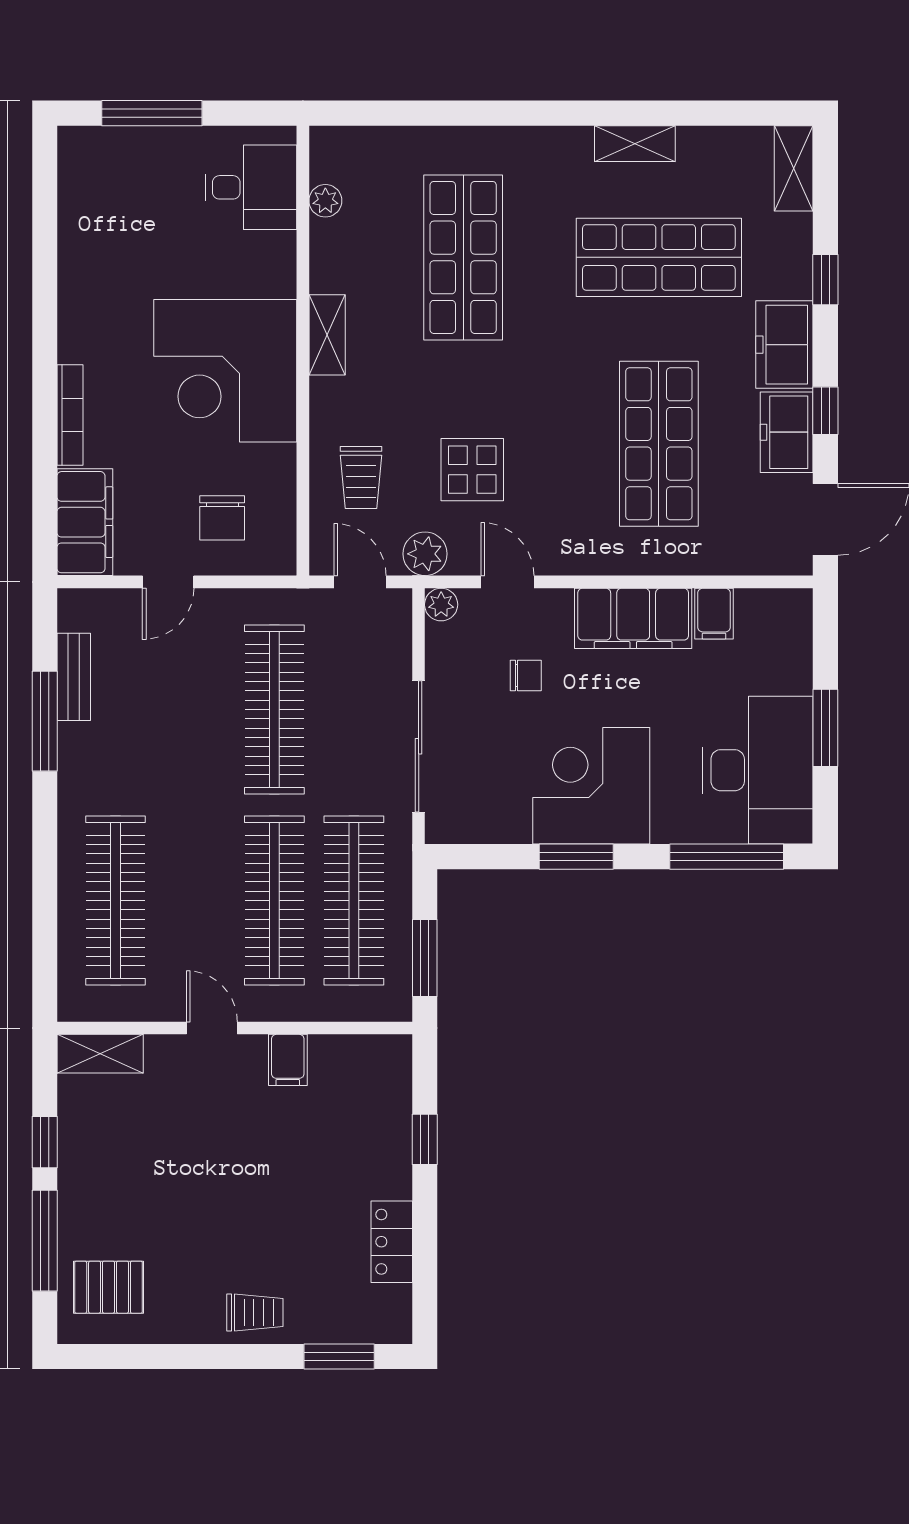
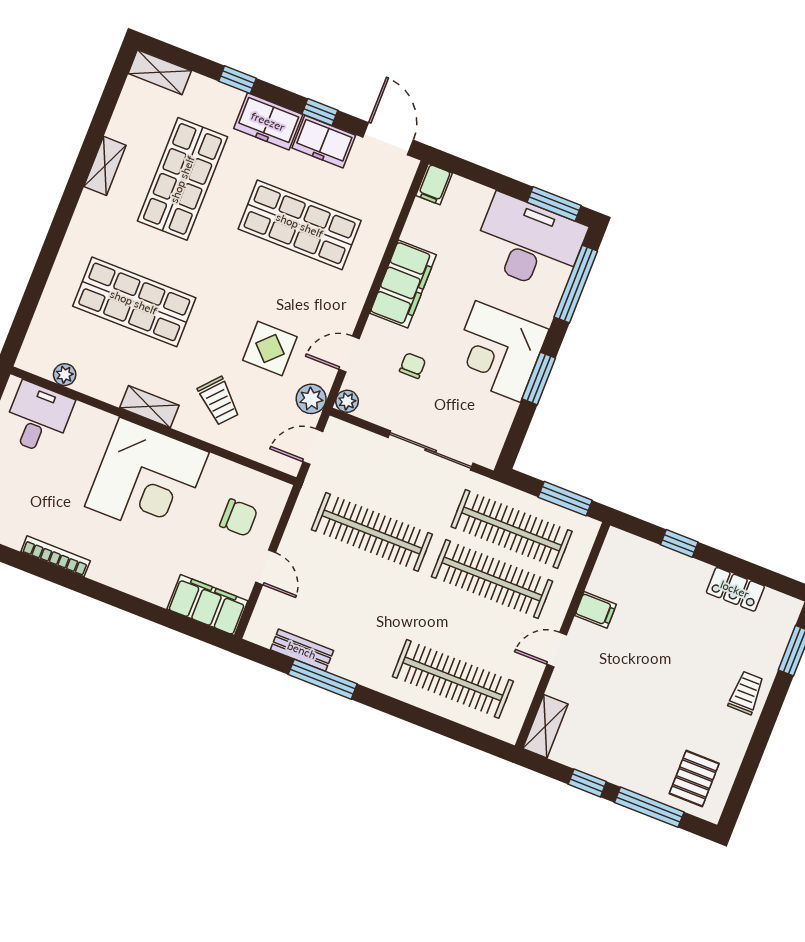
bookcase: (70, 415) -> (56, 556), moved
trolley: (361, 477) -> (219, 401), moved, turned 42
filing cabinet: (714, 614) -> (434, 184), moved, turned 90
window: (825, 728) -> (554, 204), moved

